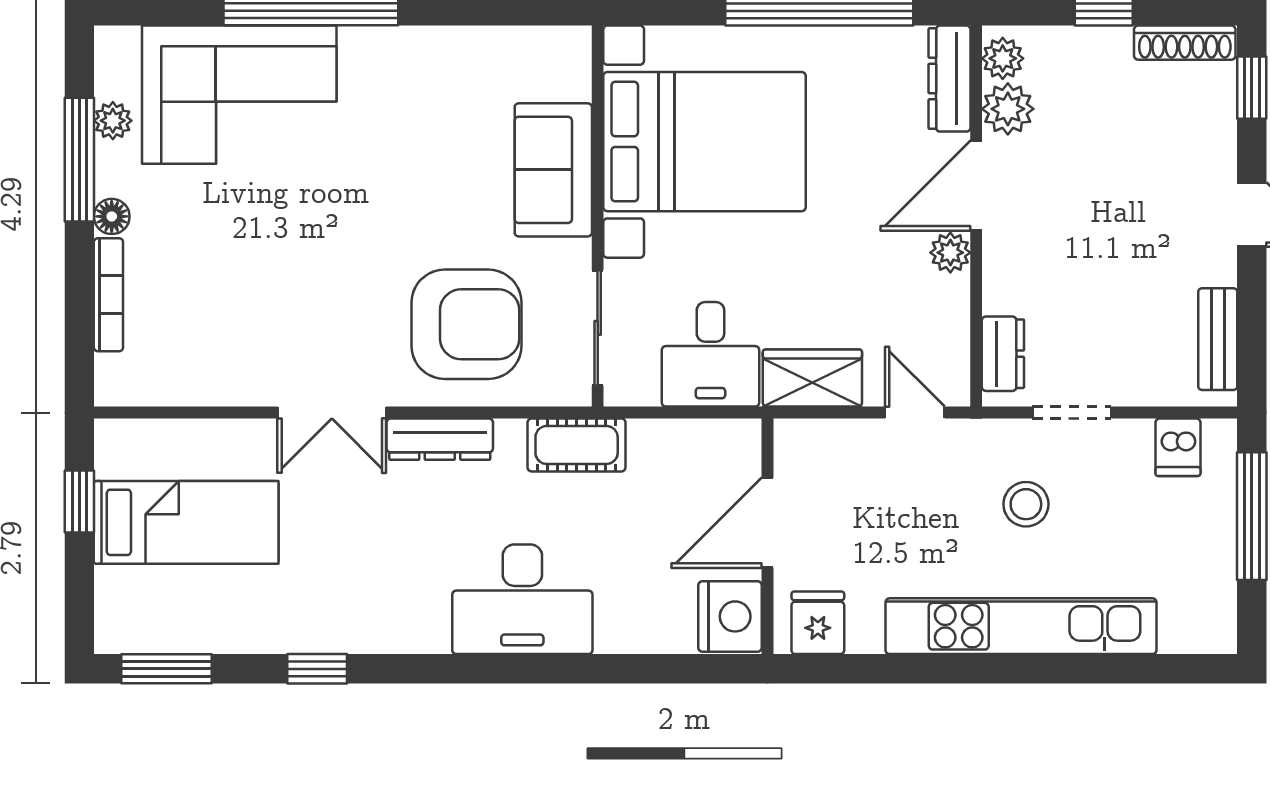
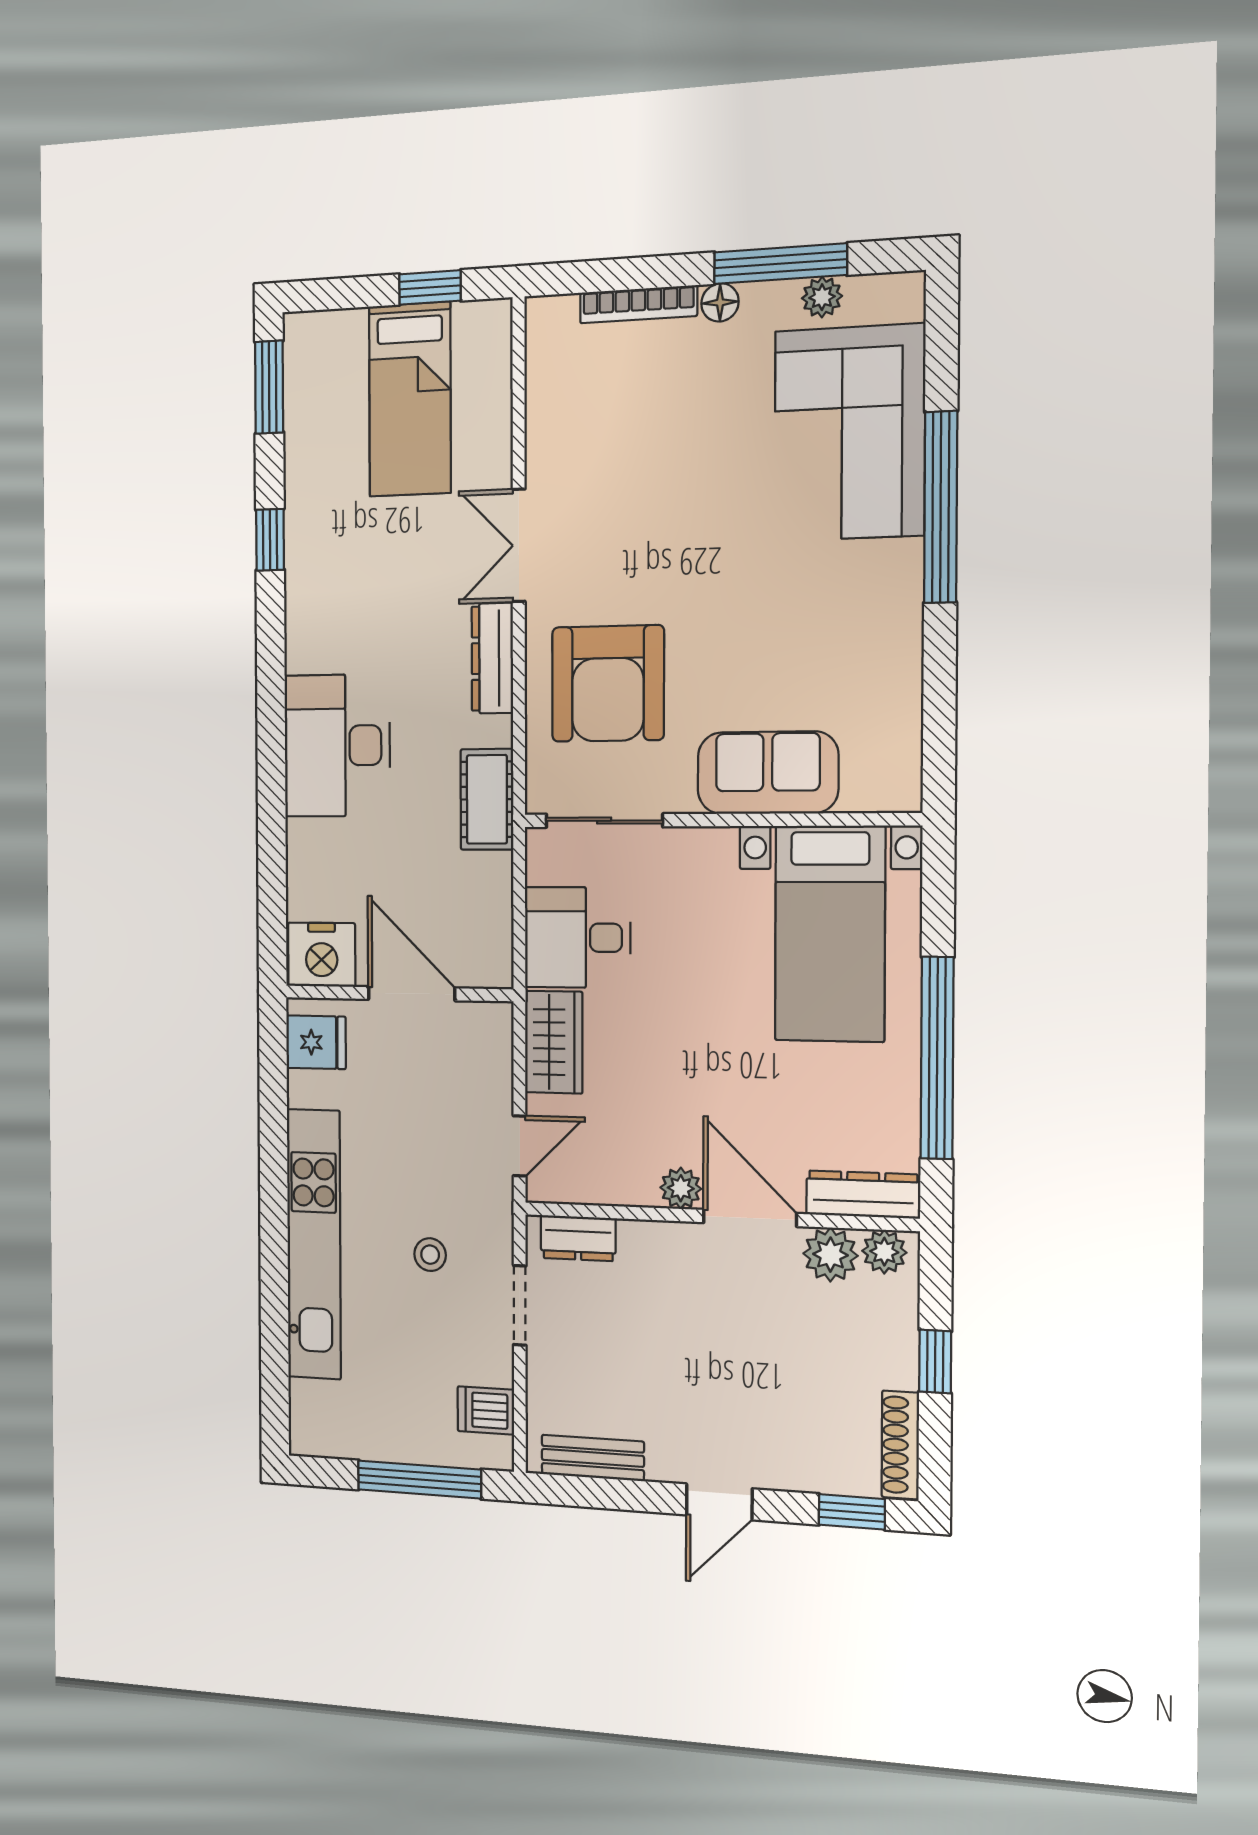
bed with nightstands: (705, 142) -> (830, 934), width x0.73
stool: (1026, 504) -> (430, 1255), width x0.73, depth x0.73

